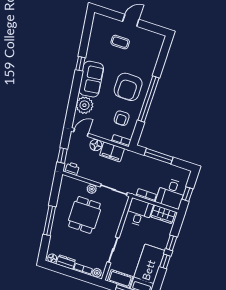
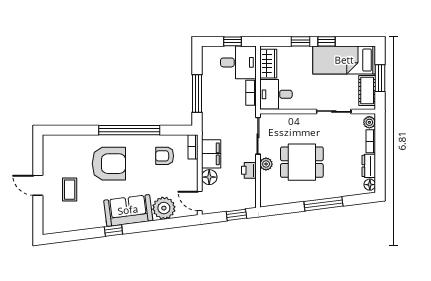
armchair: (128, 87) -> (109, 164), moved
armchair: (122, 118) -> (165, 156), turned 180
printer: (72, 169) -> (249, 170), moved

